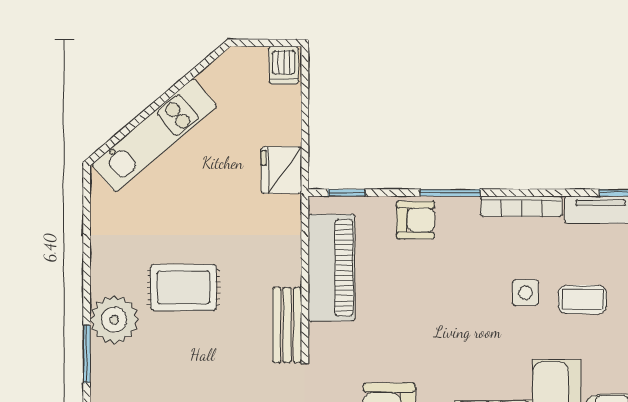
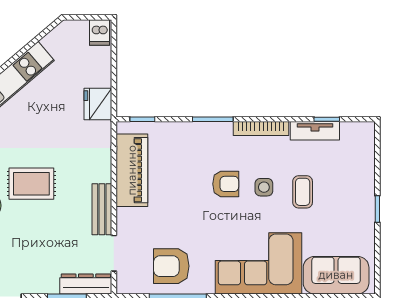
armchair: (416, 220) -> (226, 184), moved
coffee table: (582, 299) -> (303, 192), turned 90

